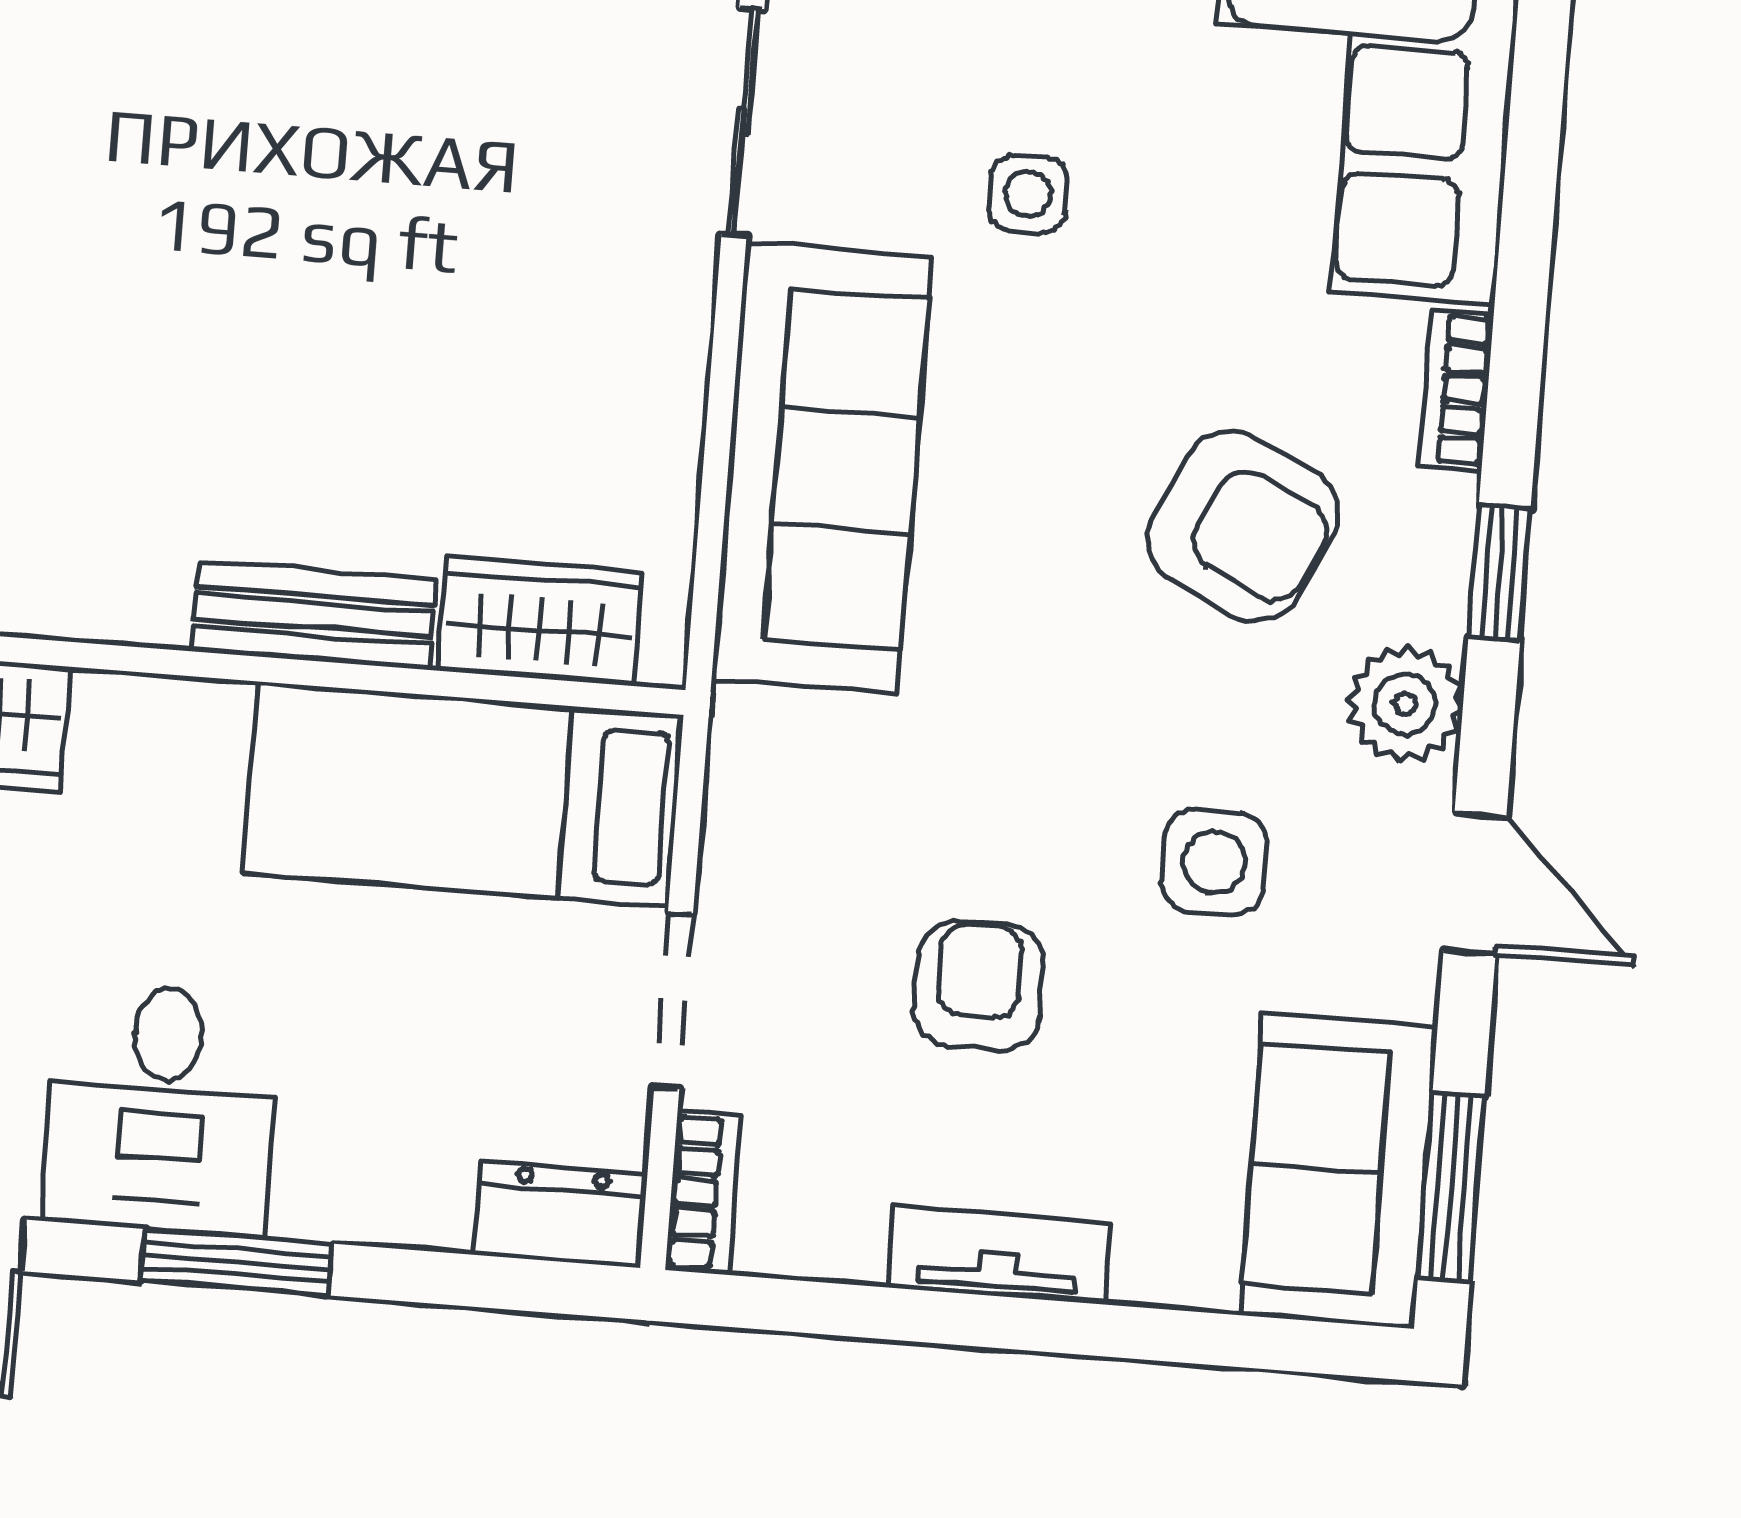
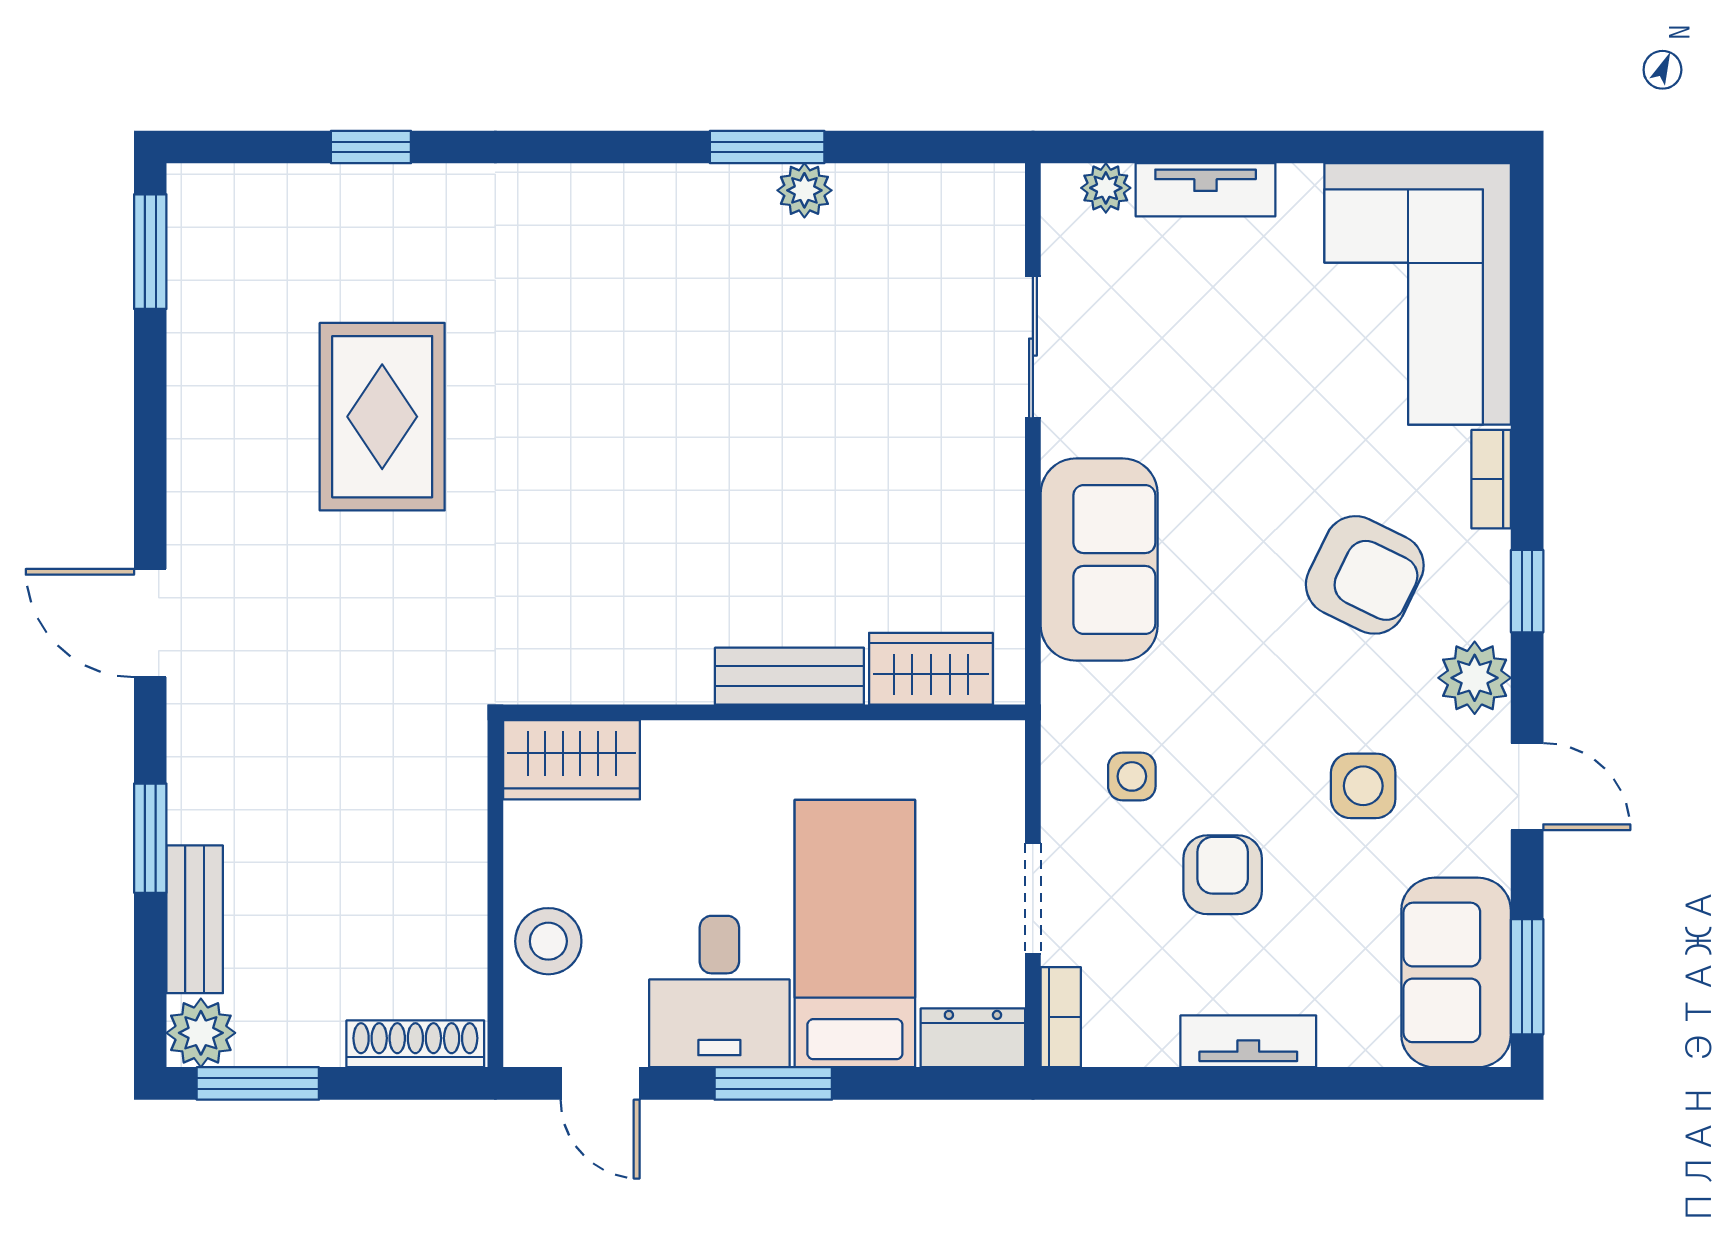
side table: (1028, 194) -> (1132, 776), moved
sofa: (822, 468) -> (1099, 560), width x0.73
bed: (463, 794) -> (855, 934), moved, turned 90

